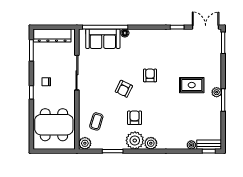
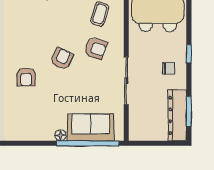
dresser: (52, 36) -> (177, 115), moved, turned -90
armchair: (135, 118) -> (96, 48), moved, turned -72

